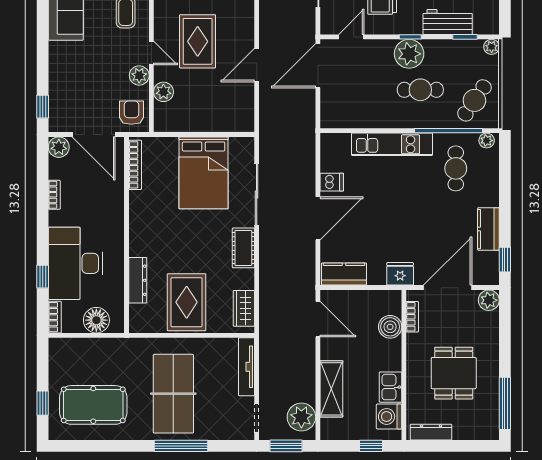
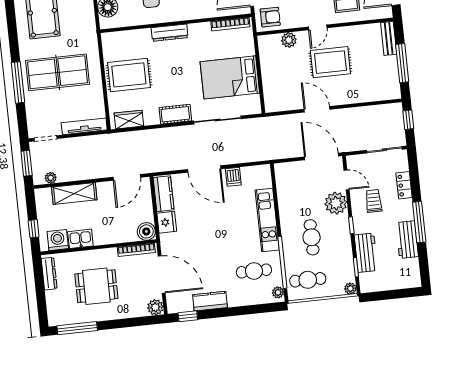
plant: (409, 54) -> (336, 203), moved
plant: (139, 75) -> (299, 20), removed
cafe table: (474, 100) -> (308, 280), turned -34
fridge: (400, 274) -> (167, 222), moved
dresser: (138, 280) -> (170, 33), moved
bookcase: (412, 317) -> (136, 250), width x1.56
boiler: (390, 327) -> (146, 231), moved
plant: (301, 417) -> (51, 178), width x0.53, depth x0.53

